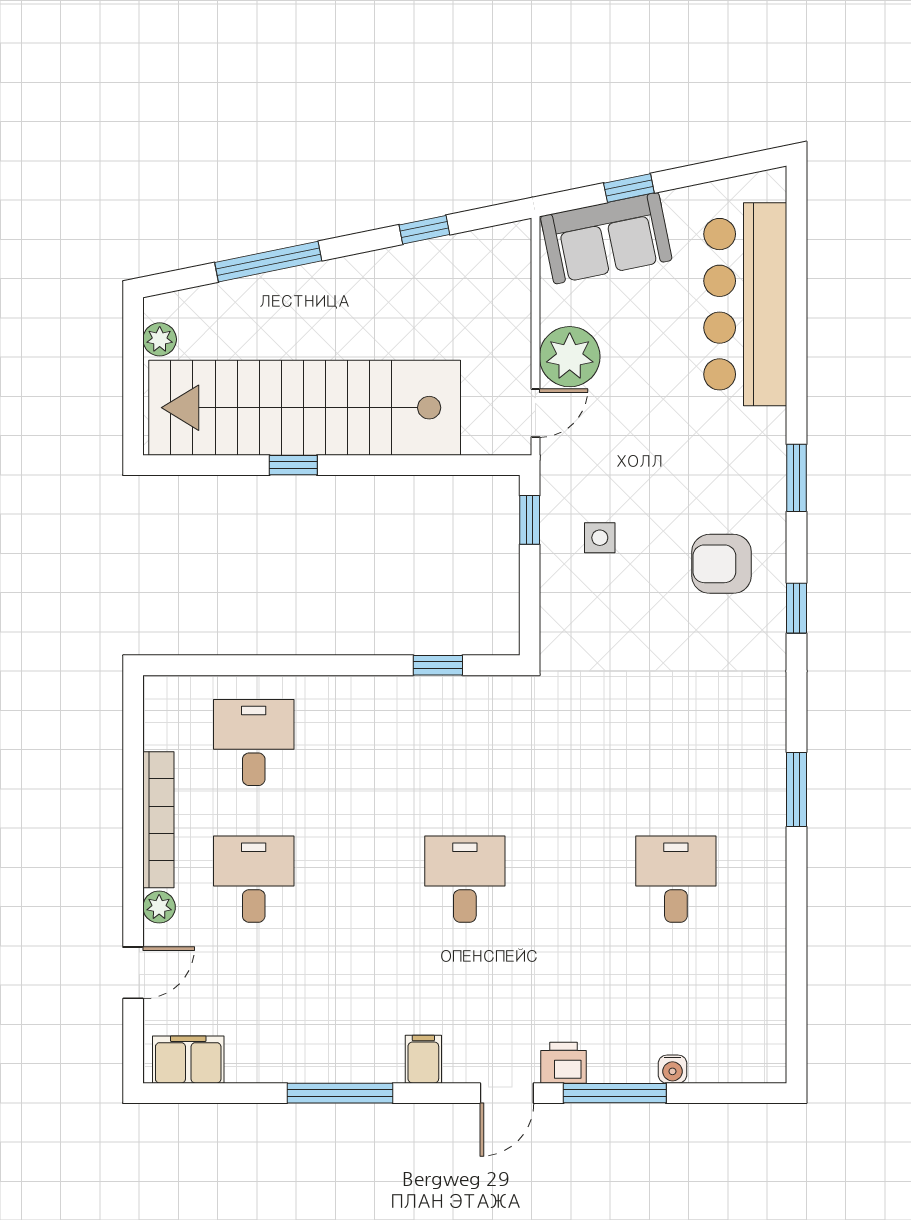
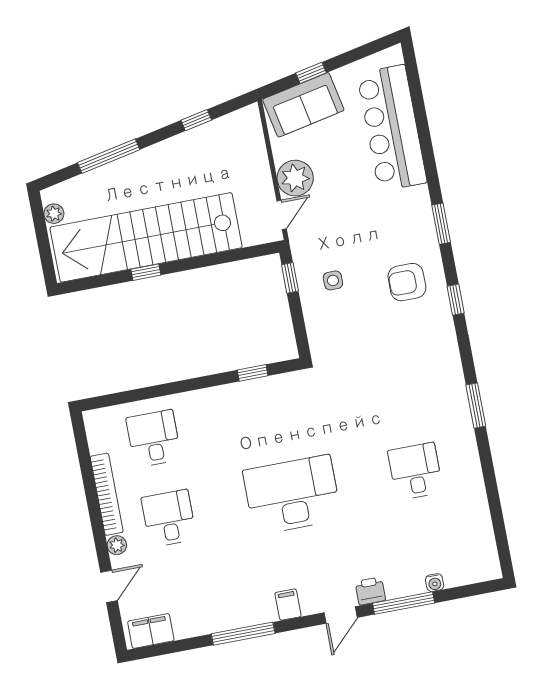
desk: (465, 879) -> (292, 495), width x1.87, depth x1.30

